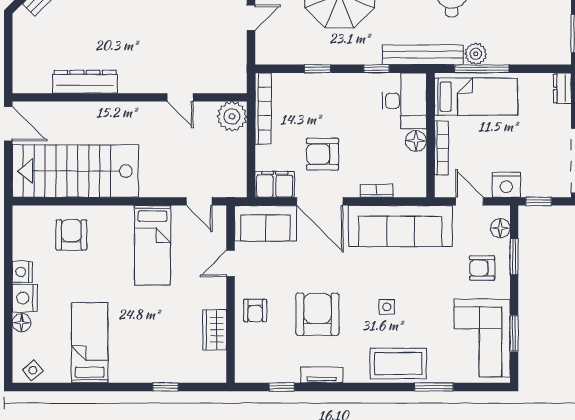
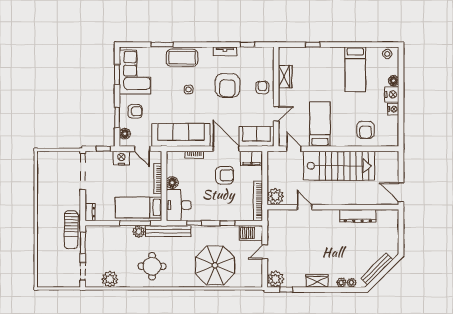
barbecue: (276, 51) -> (251, 233), added
stairs: (75, 171) -> (339, 166), moved

